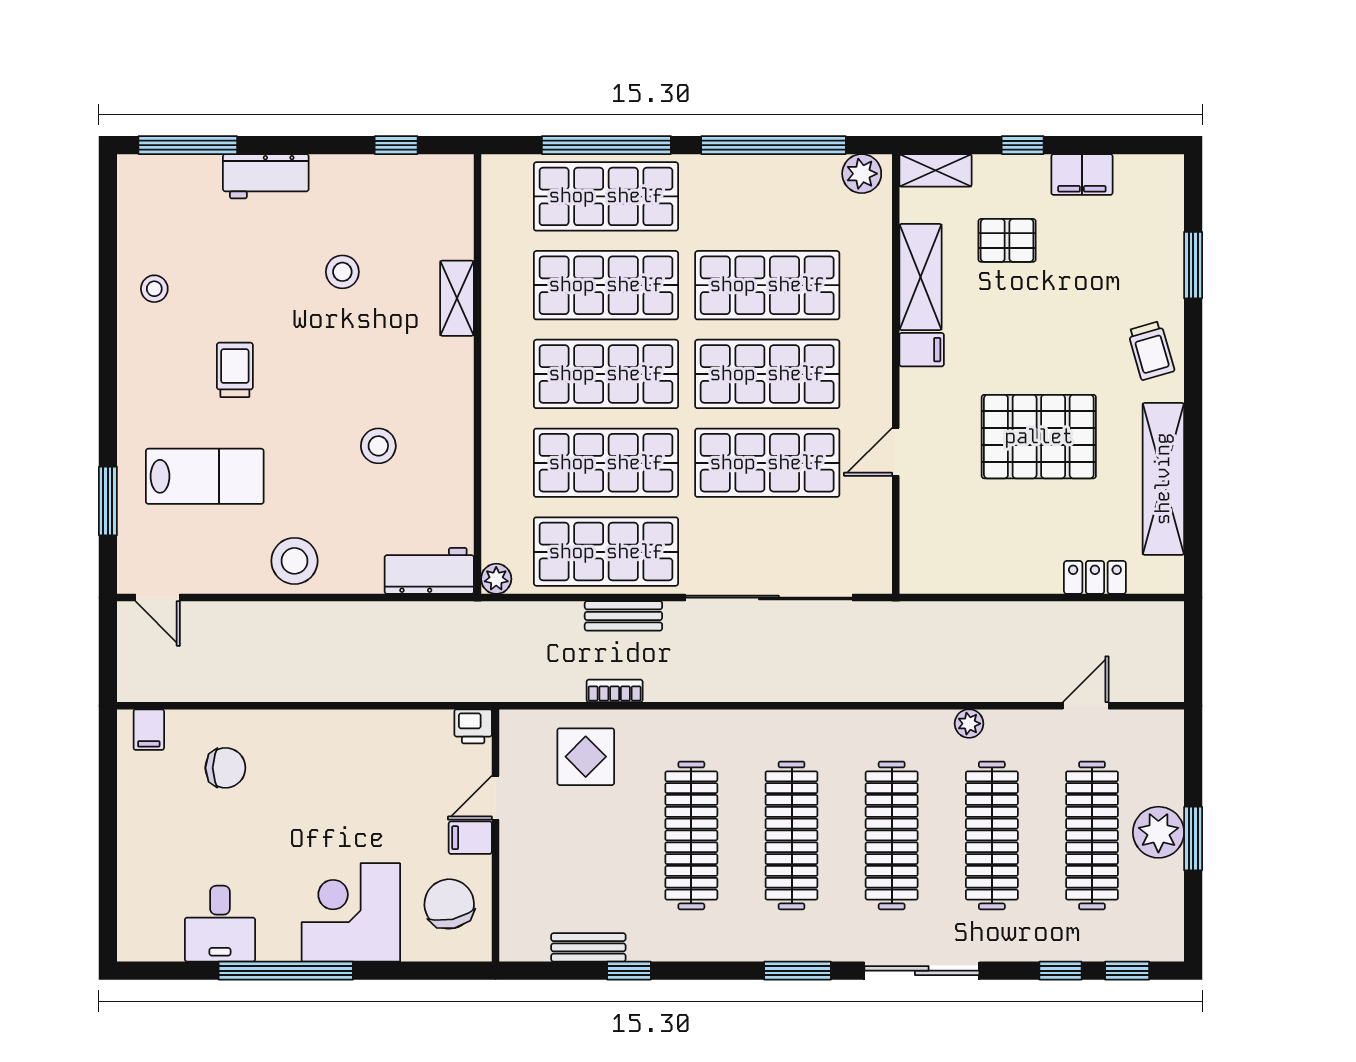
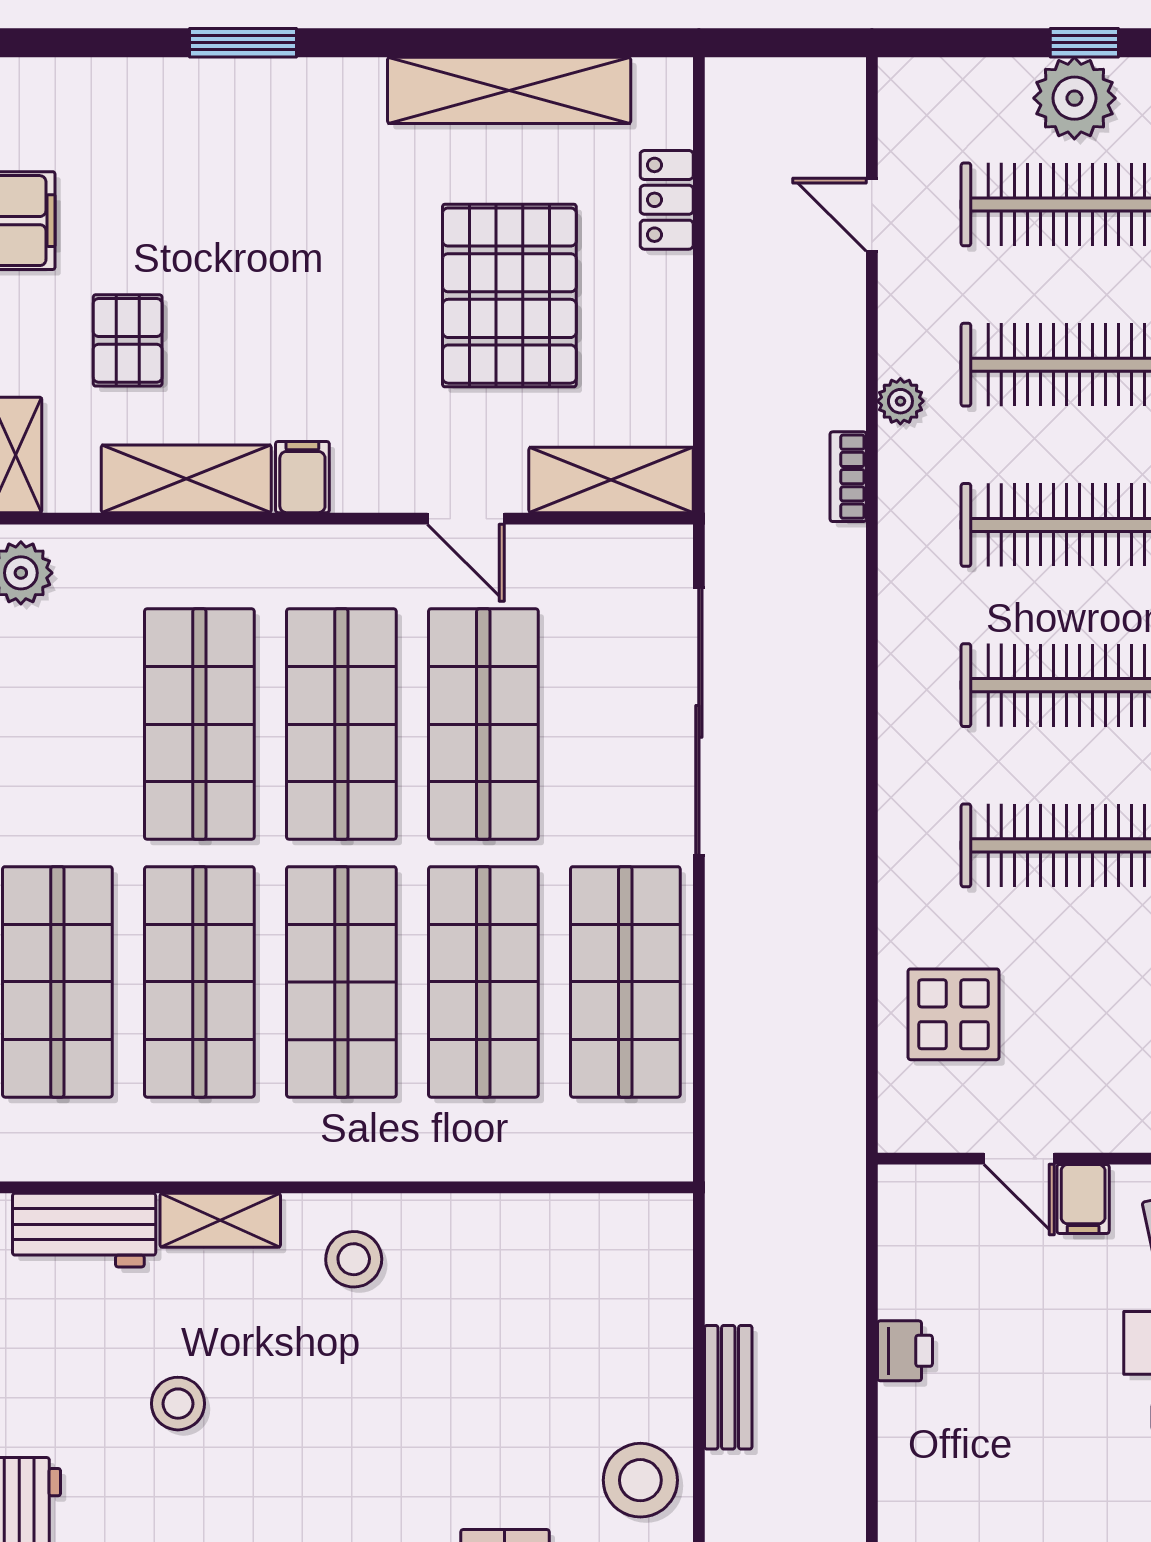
window: (1193, 265) -> (243, 43), moved
trolley: (1151, 351) -> (304, 110), removed
pallet: (1039, 437) -> (509, 296), moved
stool: (378, 446) -> (354, 1259), moved
shelving: (920, 543) -> (611, 480), added
workbench: (429, 571) -> (84, 1230), moved, turned -90
plant: (496, 579) -> (669, 1157), removed
bench: (623, 616) -> (728, 1387), moved
bookcase: (615, 691) -> (848, 477), moved
printer: (473, 726) -> (905, 1351), moved
window: (1193, 839) -> (1084, 43), width x0.67

